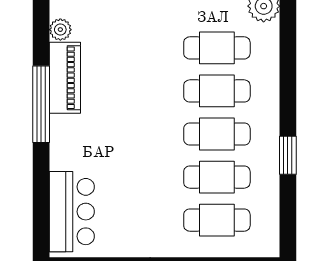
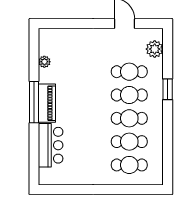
piano: (65, 78) -> (47, 103), moved
window: (288, 155) -> (168, 89), moved
bar counter: (72, 212) -> (51, 145), moved

